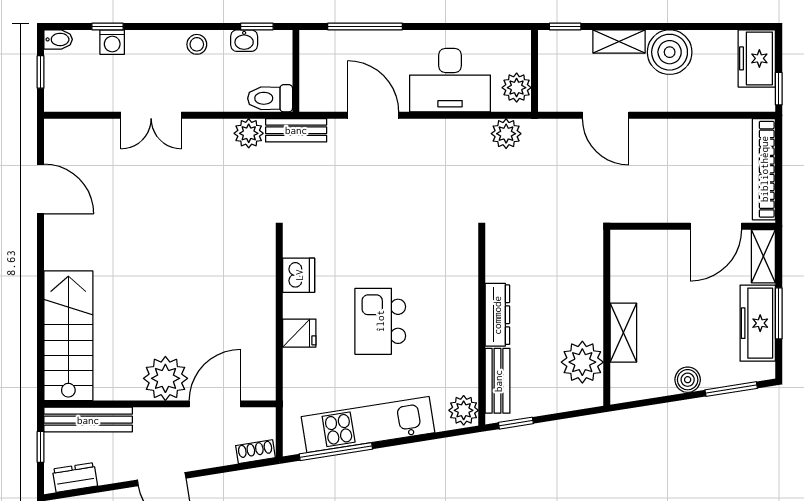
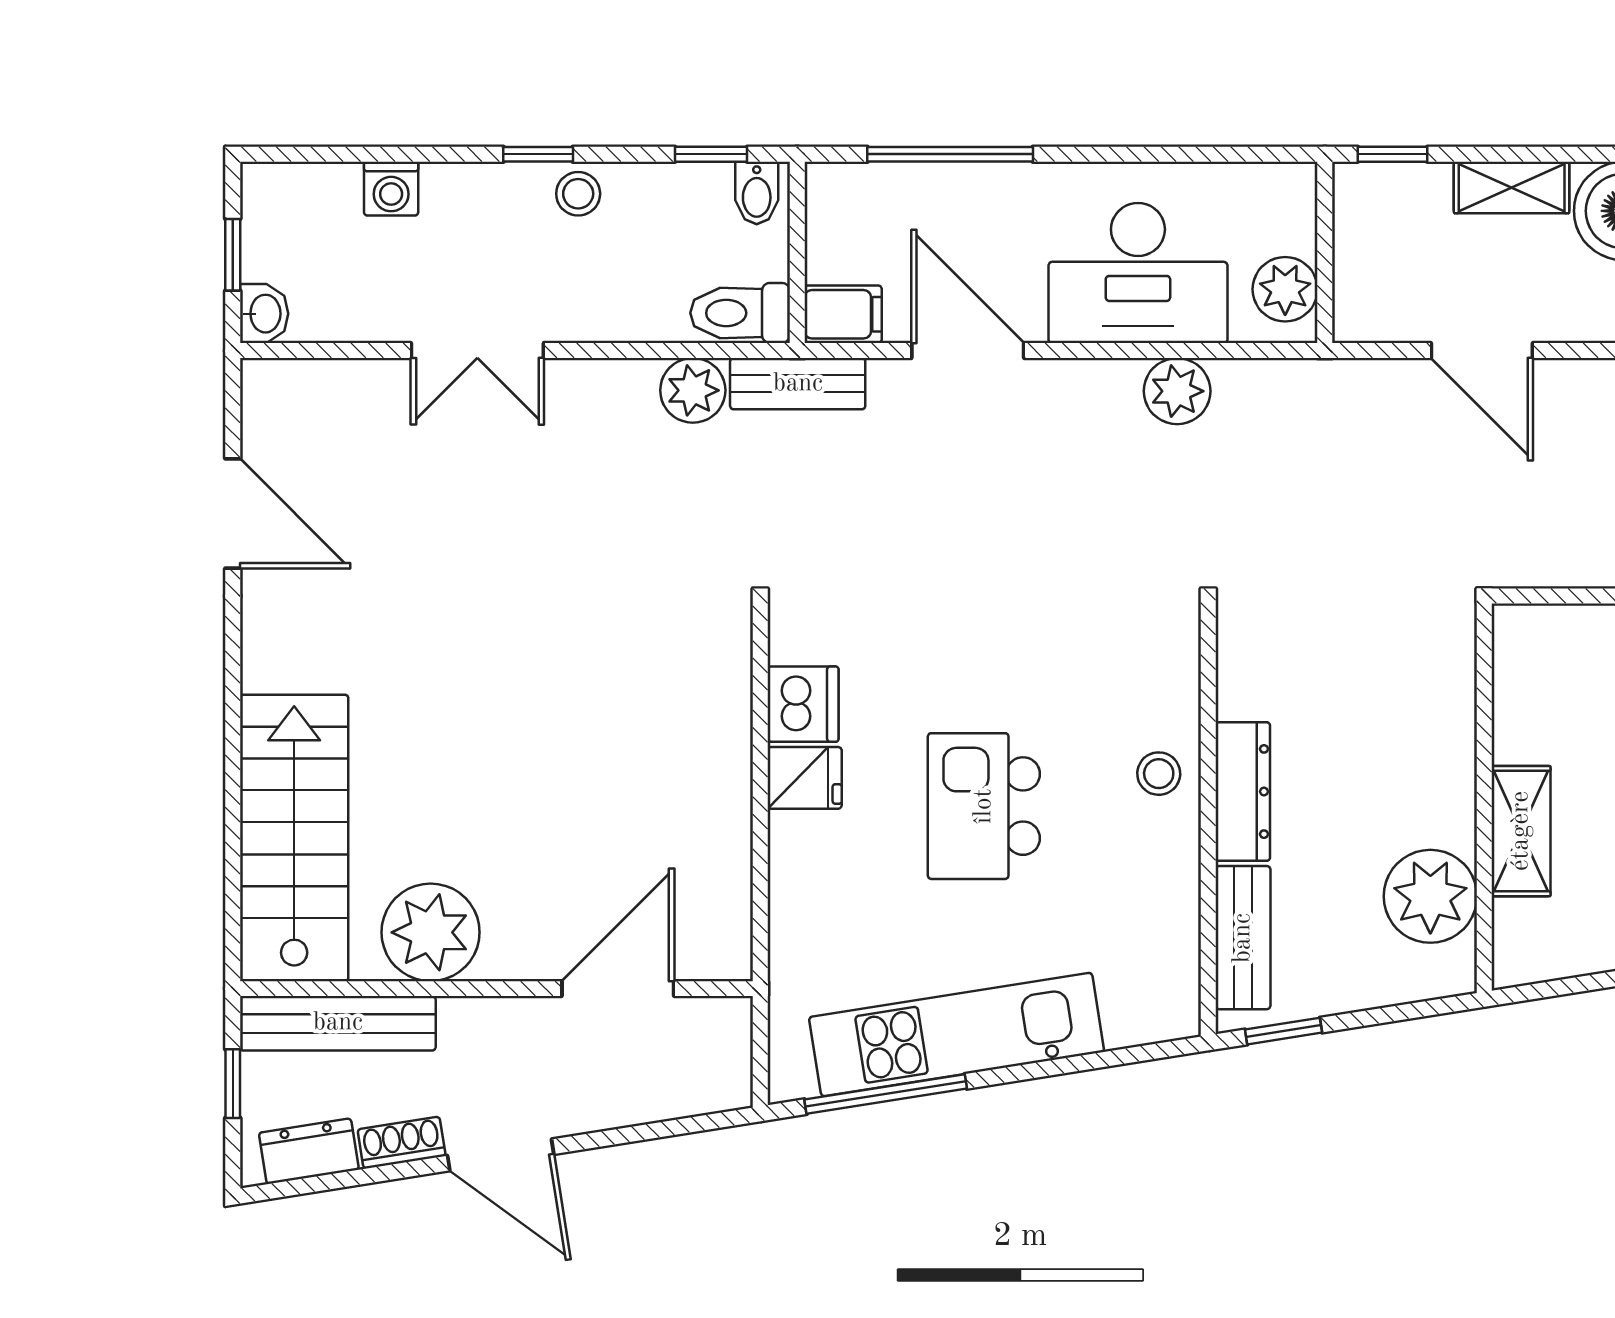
window: (107, 26) -> (538, 154), moved
bidet: (58, 39) -> (757, 193), moved, turned 90
washbasin: (244, 41) -> (264, 314), moved, turned -90
filing cabinet: (317, 99) -> (843, 314), added
plant: (506, 134) -> (1177, 391), moved
stool: (459, 307) -> (1159, 774), added
fridge: (299, 333) -> (805, 778), moved
plant: (165, 378) -> (431, 932), moved
plant: (464, 410) -> (1168, 1003), removed
shoe rack: (255, 452) -> (402, 1143), moved

